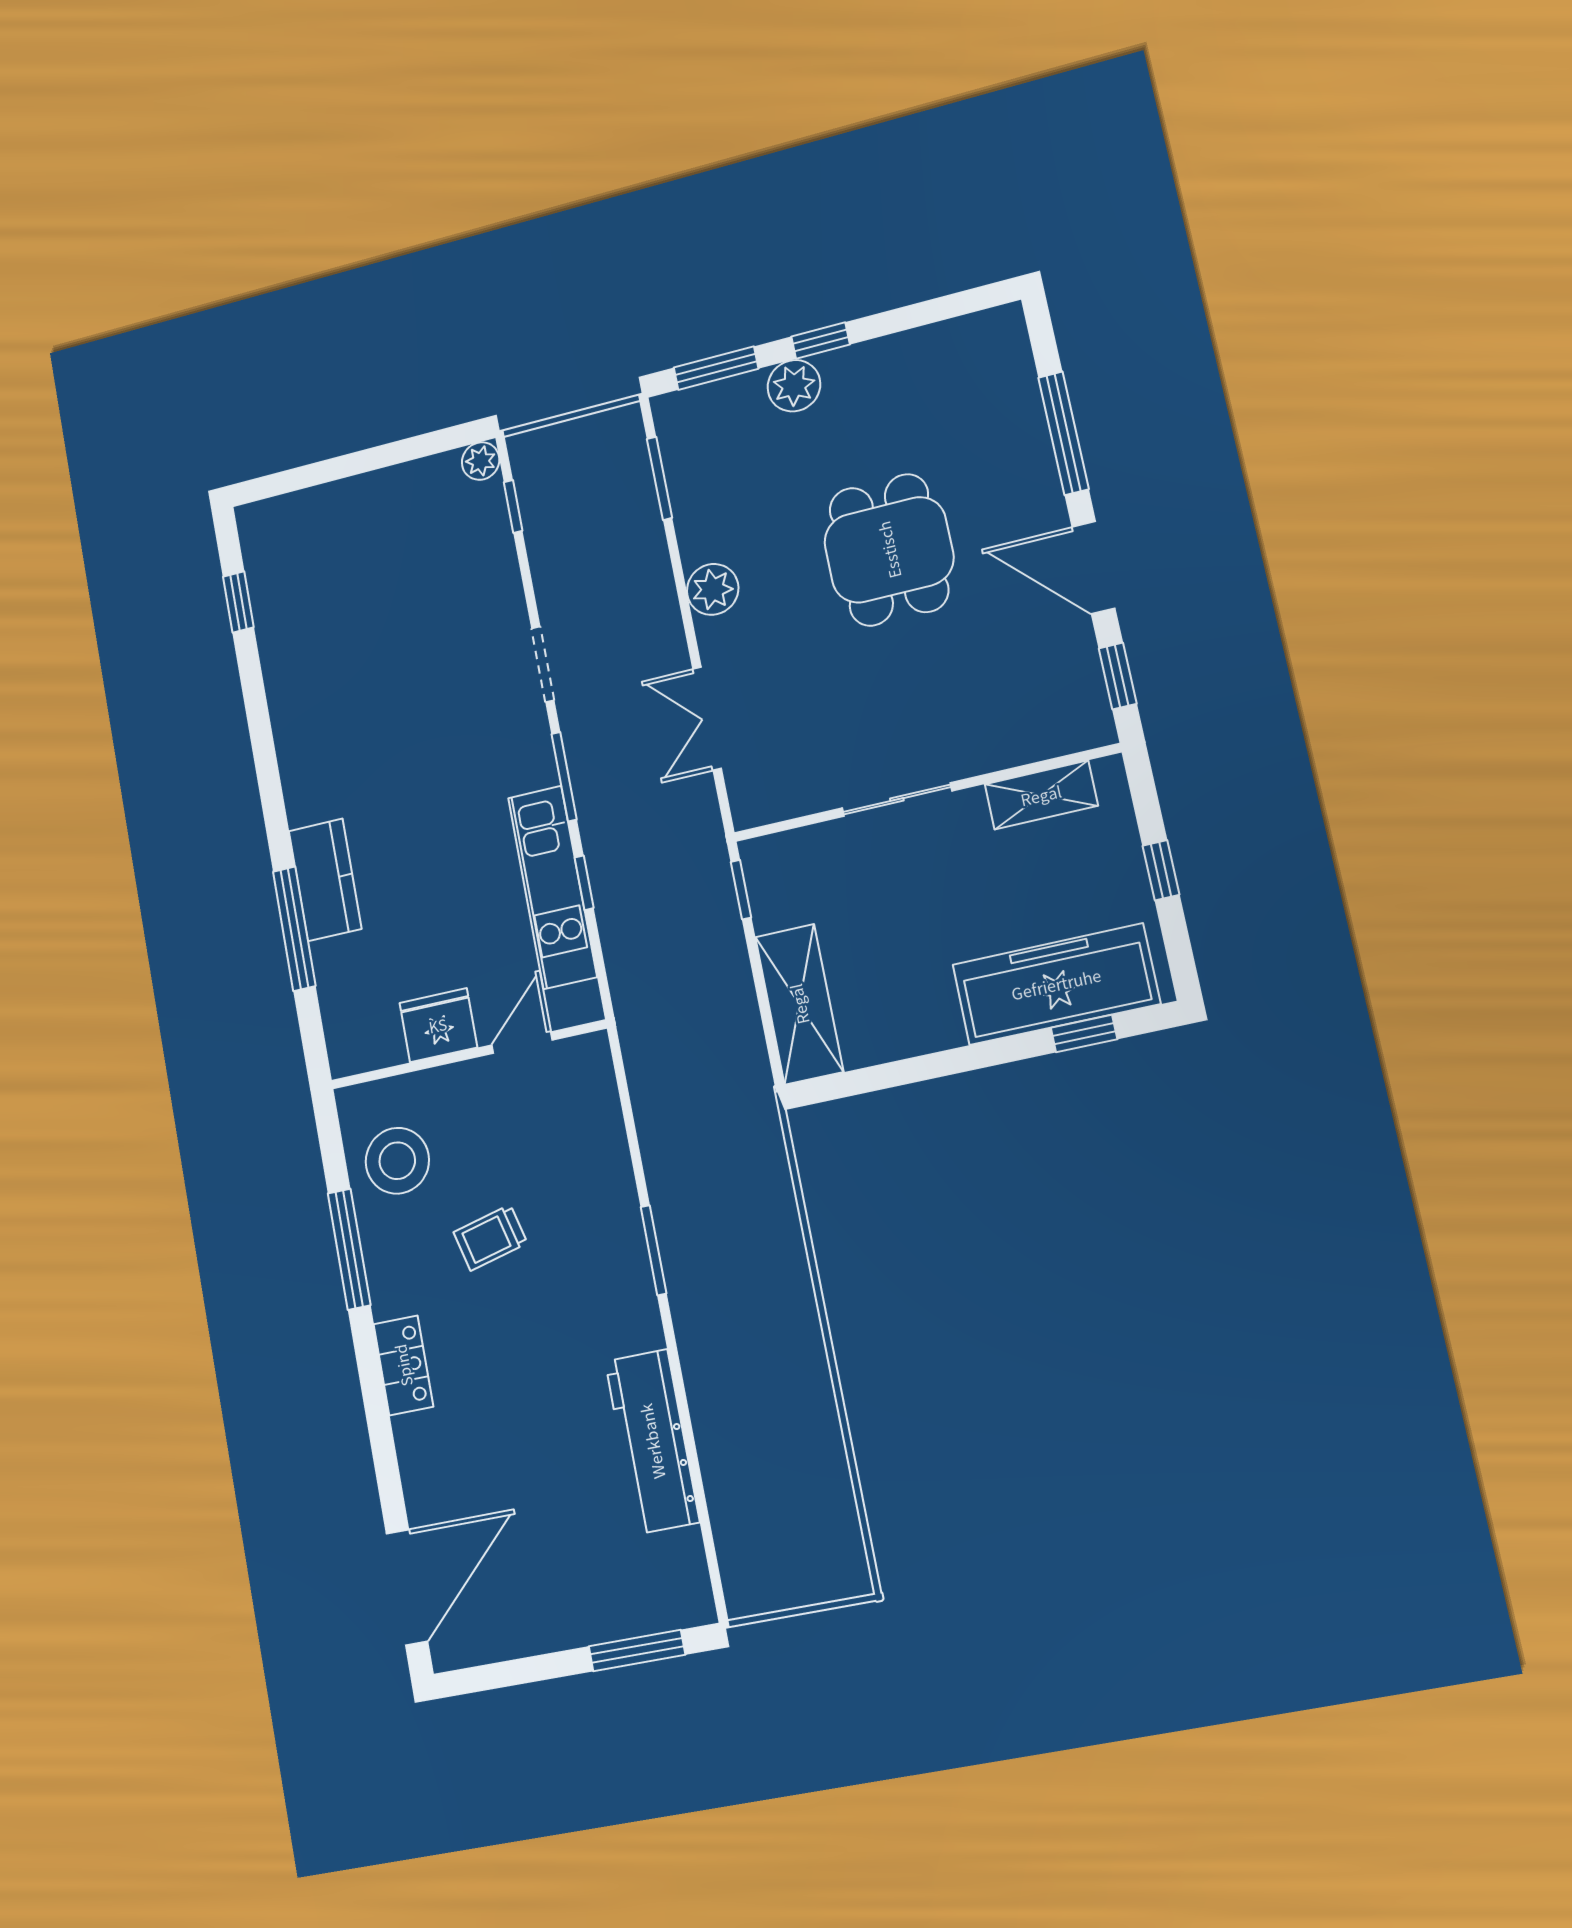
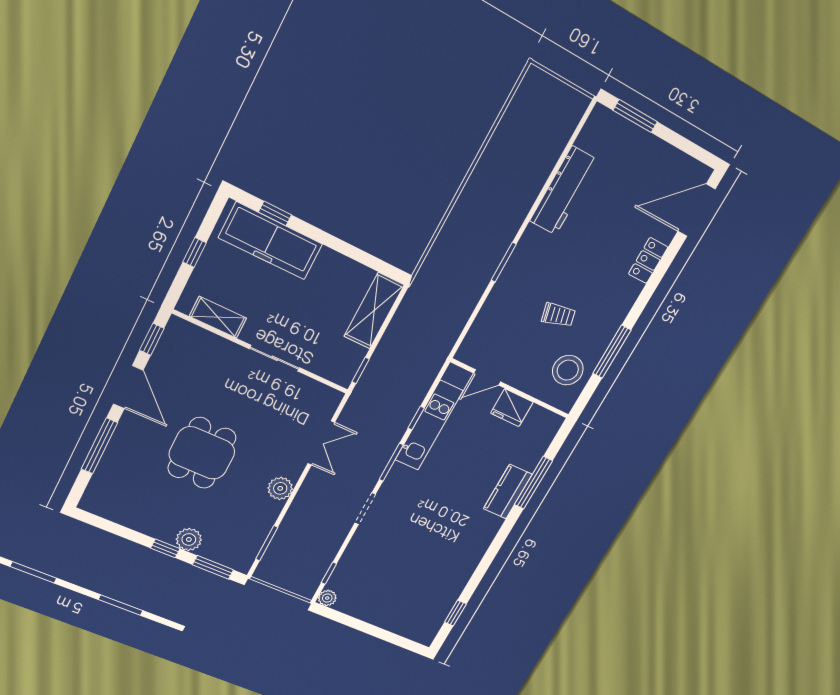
locker: (403, 1365) -> (648, 261), moved

